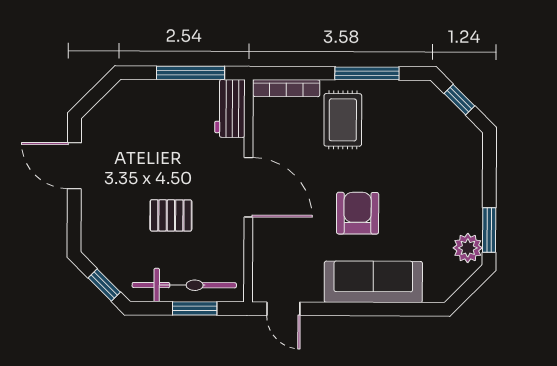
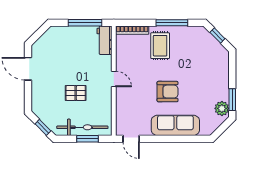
door: (248, 187) -> (114, 79), width x0.53
armchair: (358, 213) -> (168, 92), turned 90

